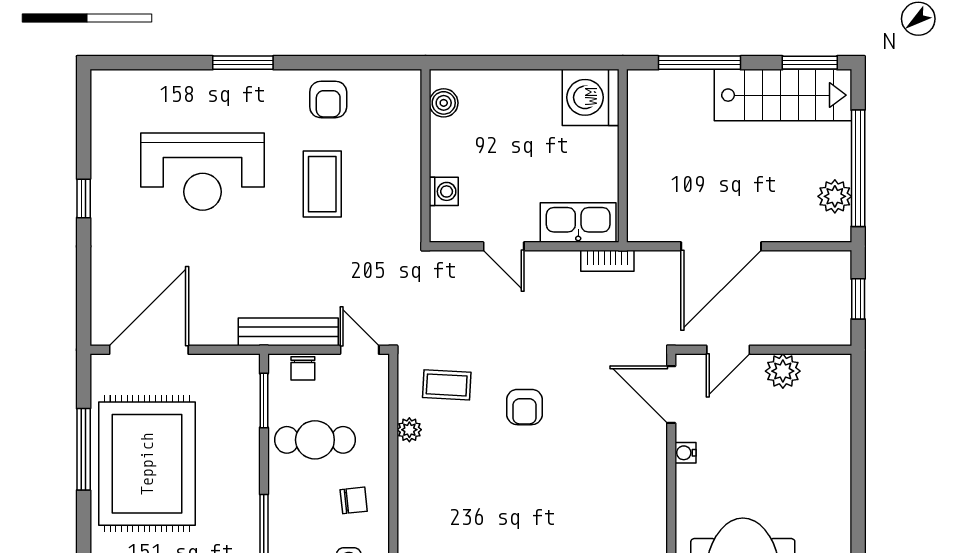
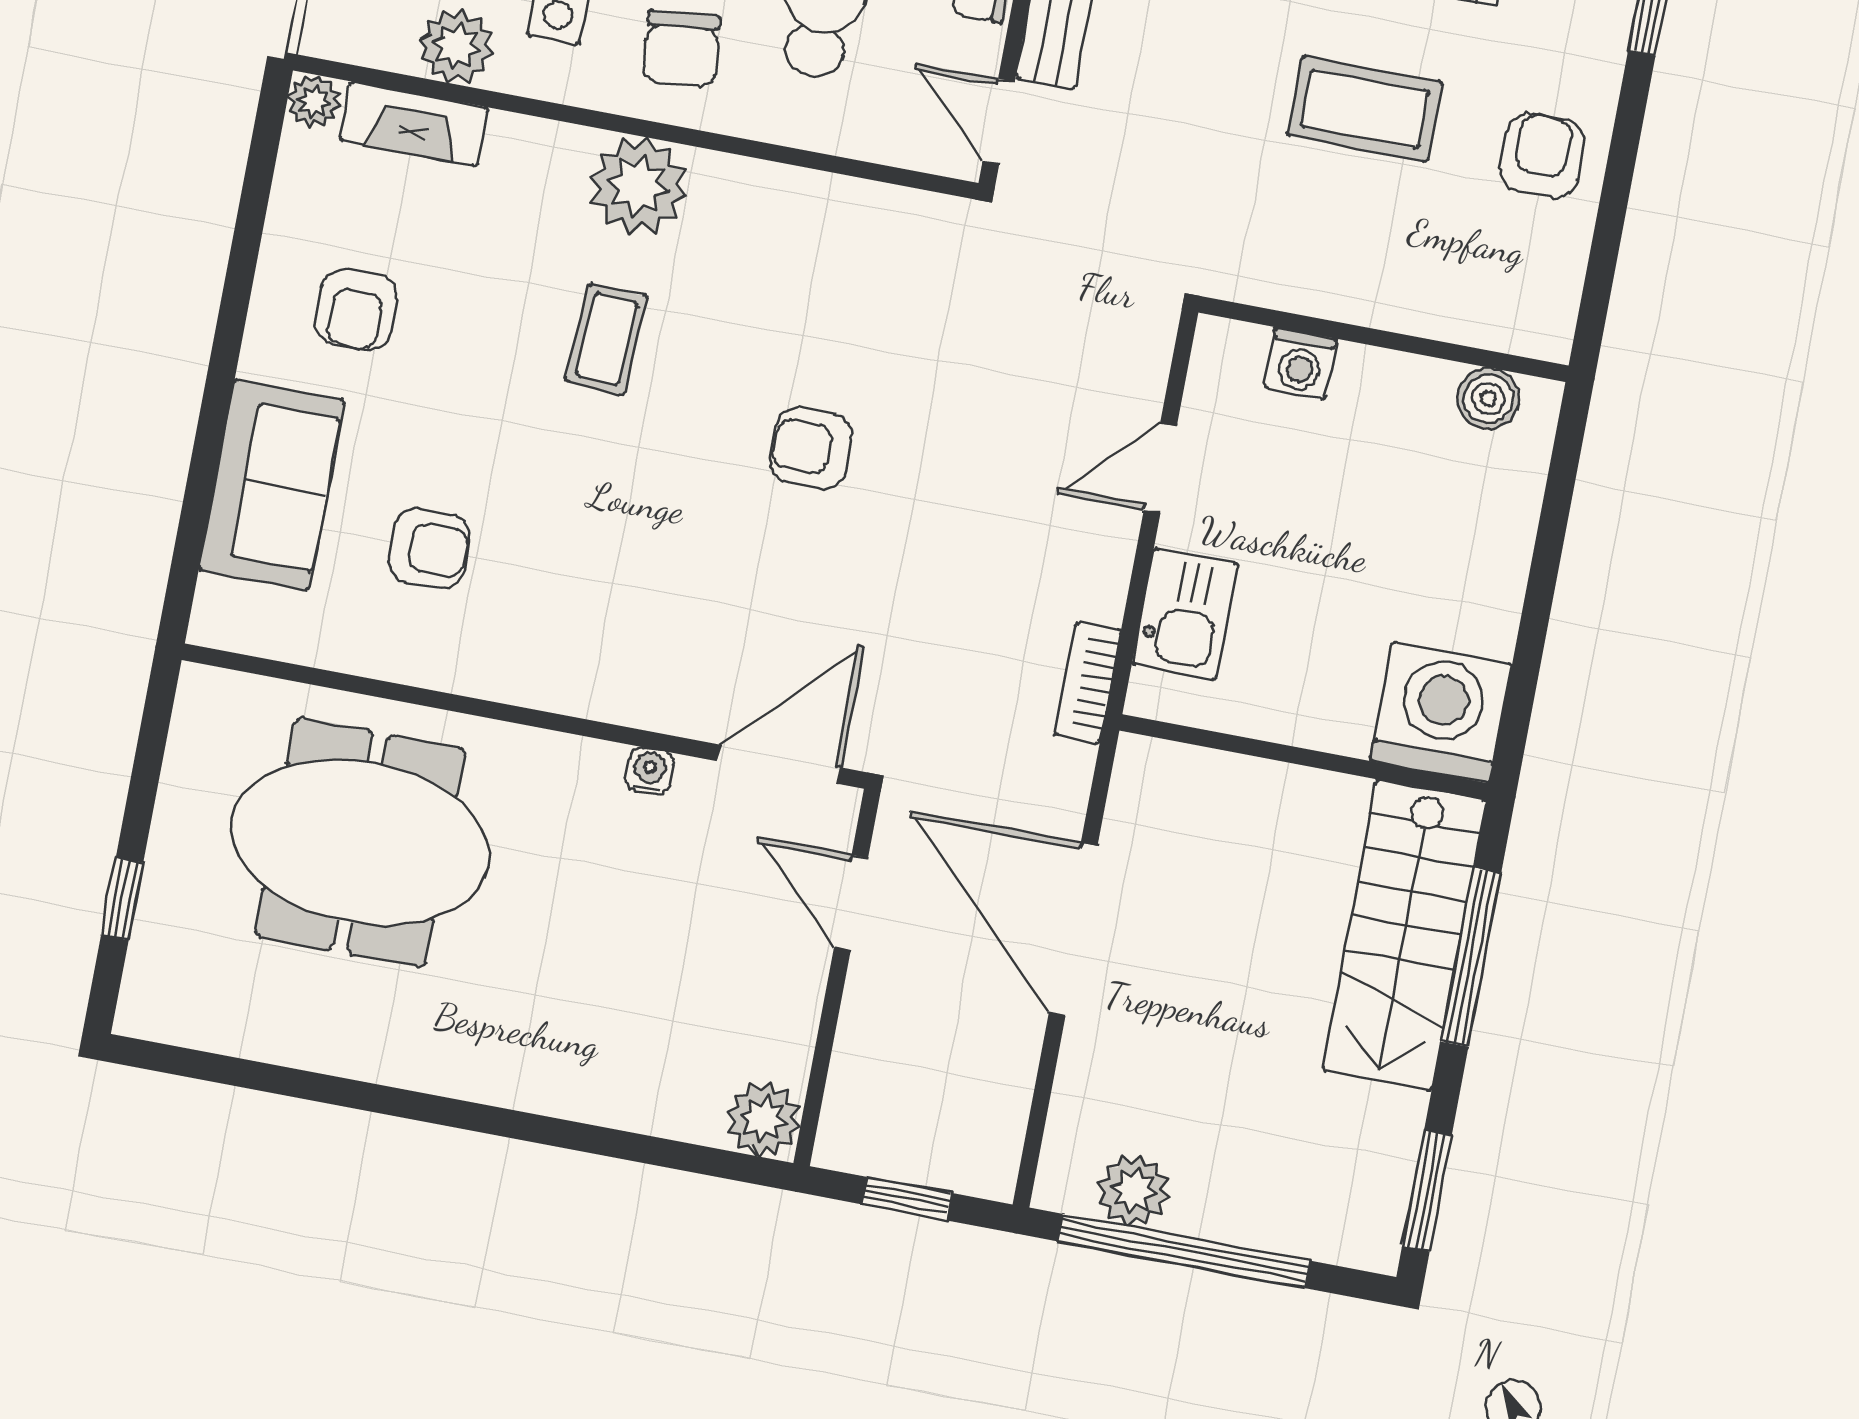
stairs: (783, 95) -> (1404, 935), moved
armchair: (328, 99) -> (1542, 155), turned 90
kitchen sink: (578, 223) -> (1185, 614), width x0.73
door: (360, 350) -> (999, 122), swing flipped
plant: (783, 371) -> (763, 1119), moved
coffee table: (447, 385) -> (607, 339), moved
plant: (409, 430) -> (638, 186), moved, width x1.88, depth x1.88
chair: (354, 500) -> (682, 49), width x1.37, depth x1.37

